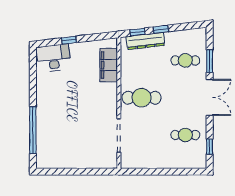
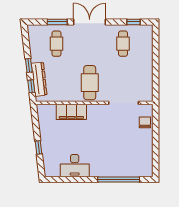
desk: (54, 58) -> (75, 166), moved, turned -83
filing cabinet: (109, 65) -> (71, 112), moved
chair: (97, 159) -> (145, 122), added

